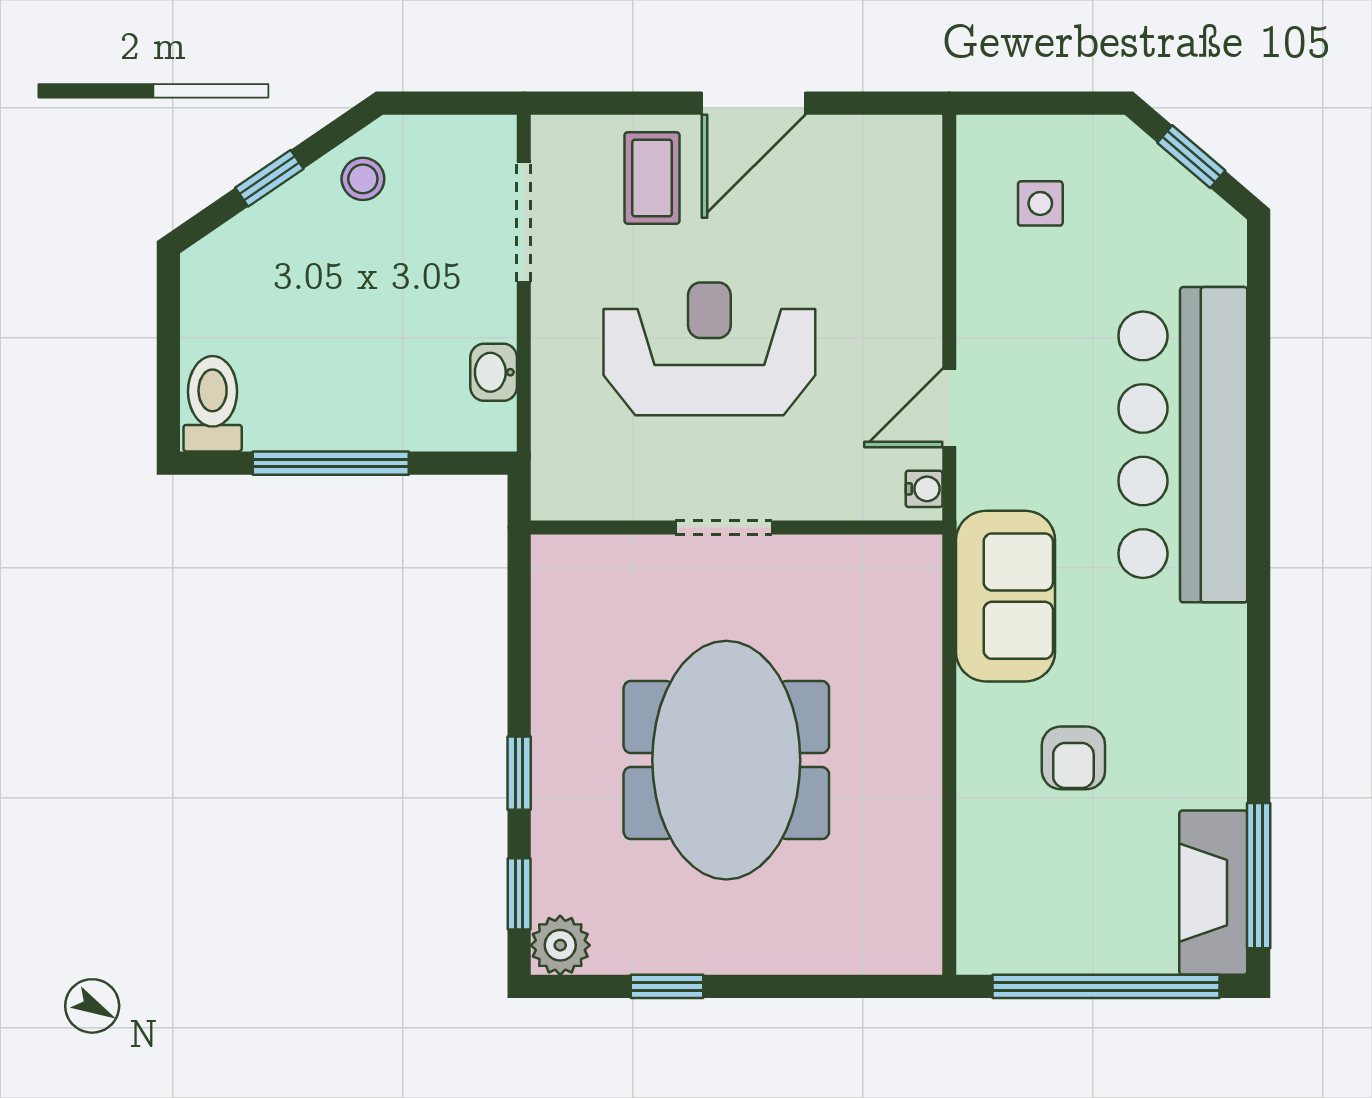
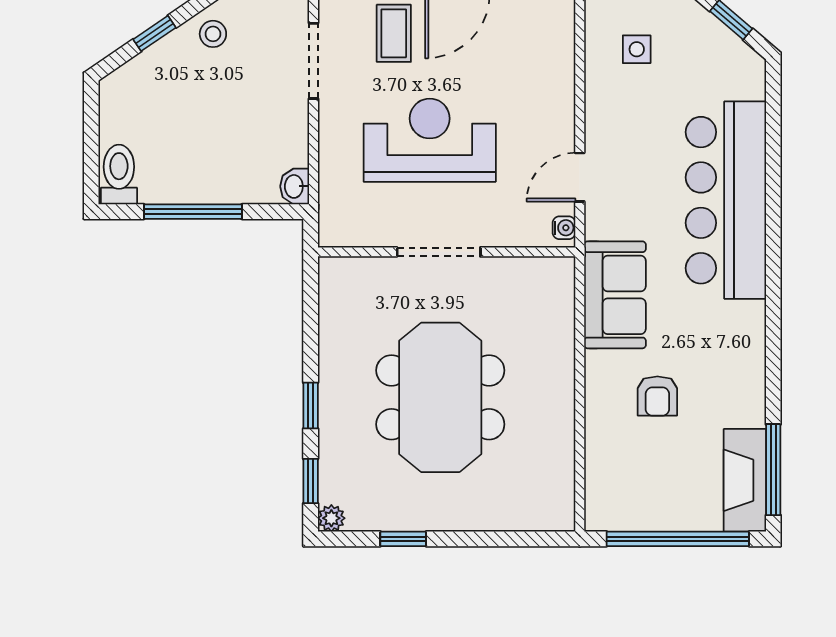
washbasin: (494, 372) -> (295, 186), moved
doorway: (724, 527) -> (439, 252), width x1.38
plant: (560, 945) -> (331, 518), width x0.73, depth x0.73

